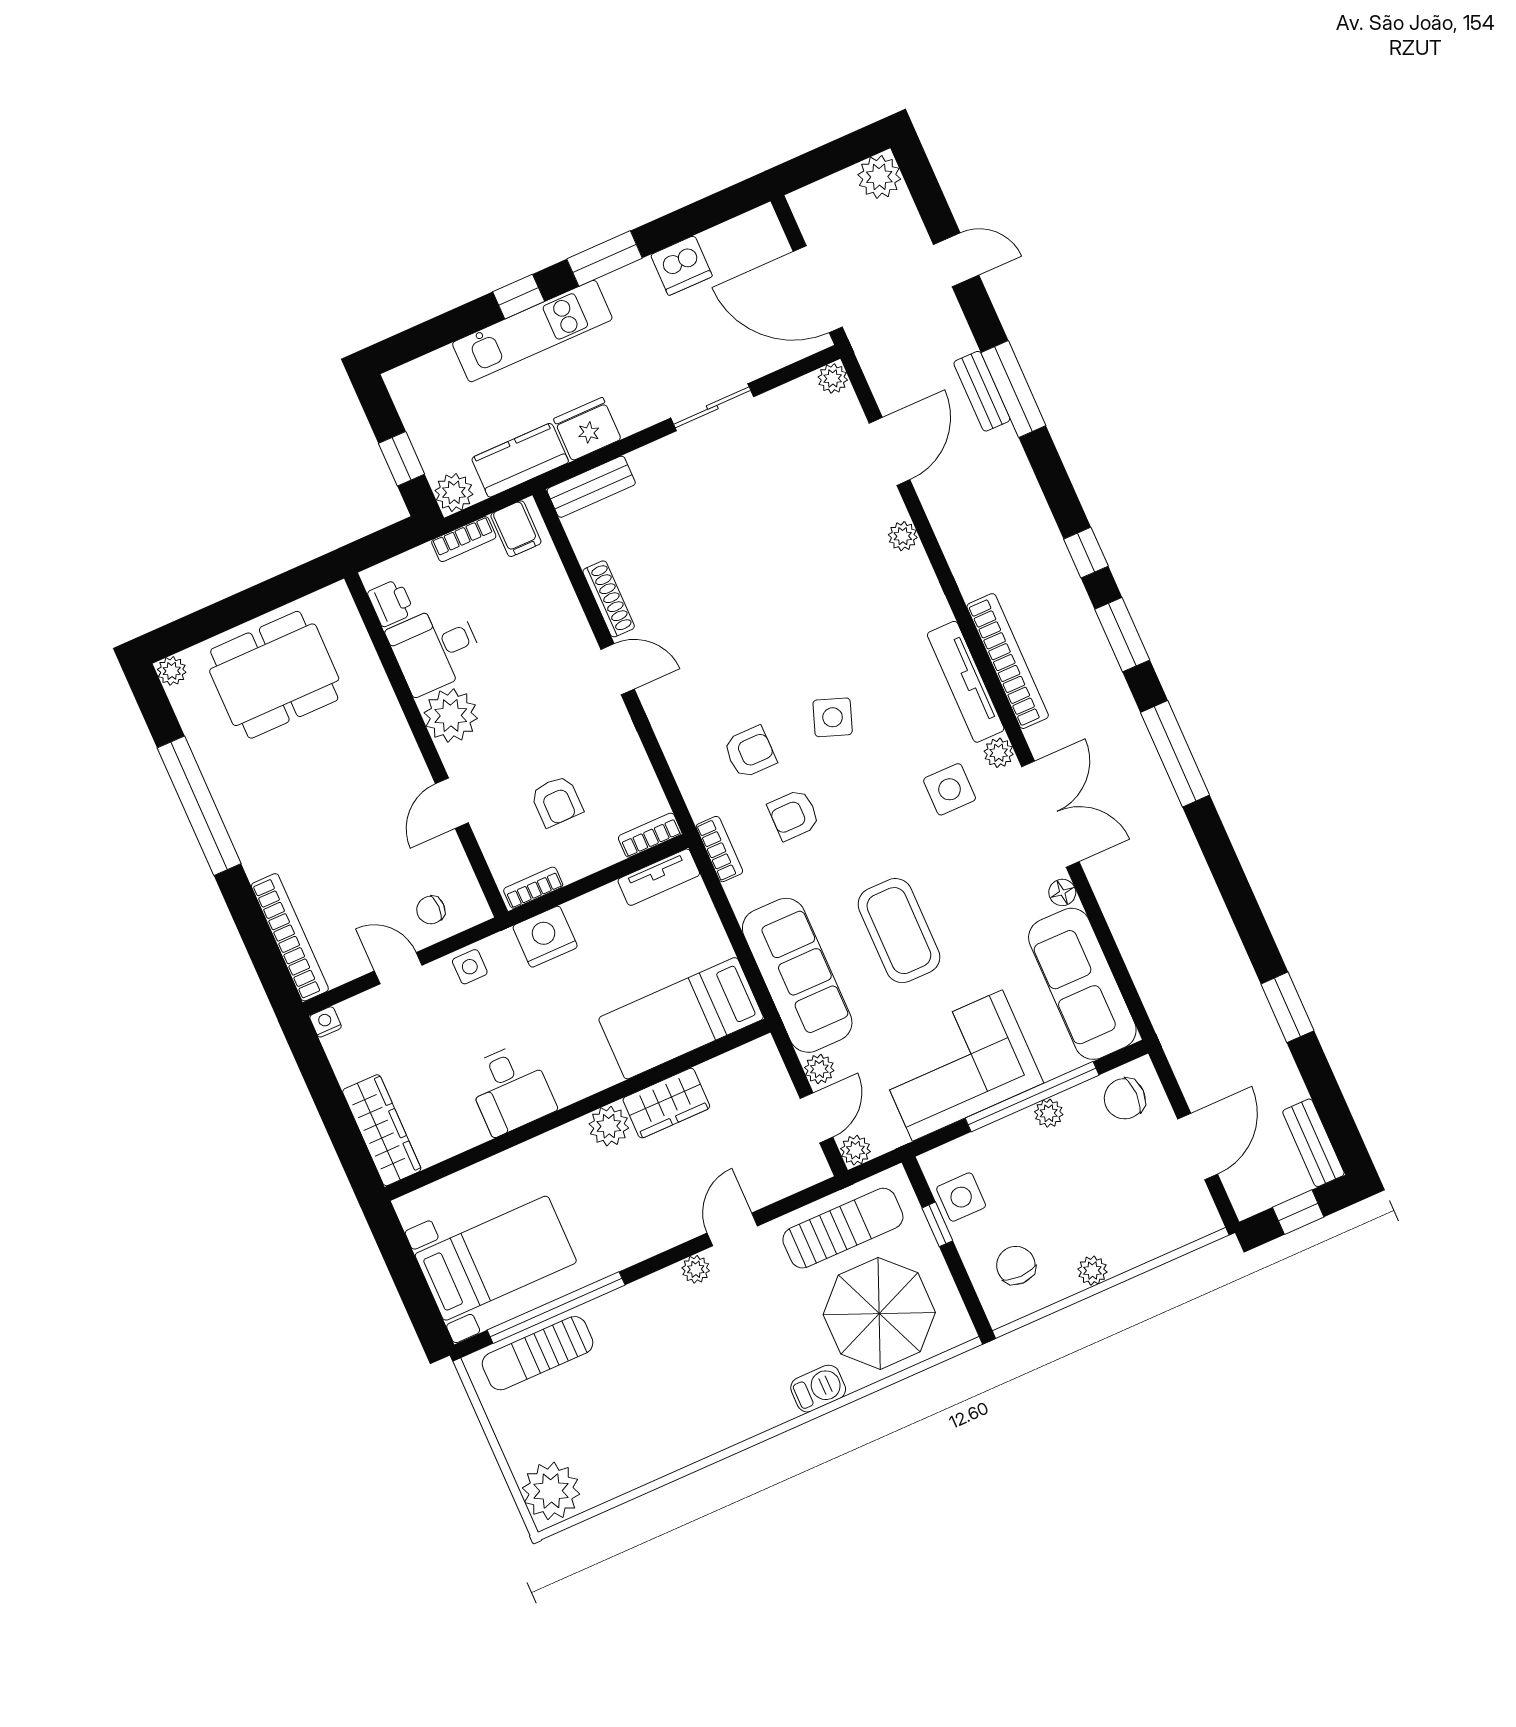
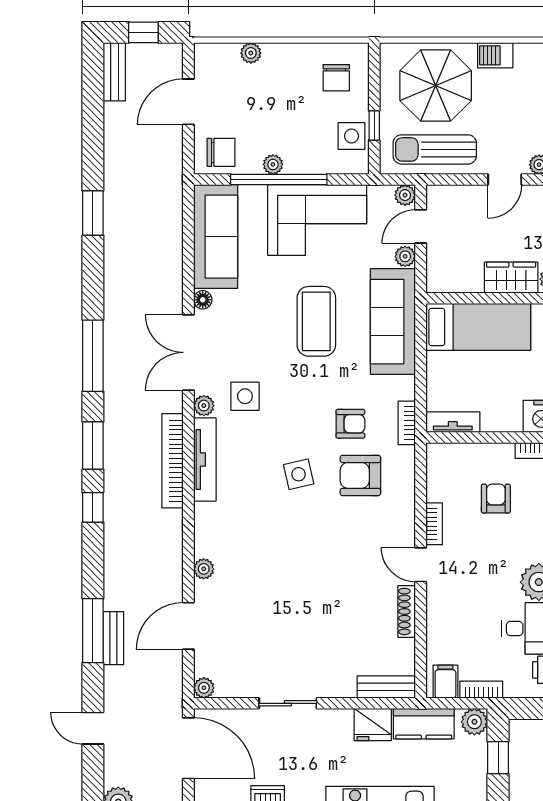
side table: (833, 717) -> (299, 474), turned -33
armchair: (750, 752) -> (360, 475), width x1.38, depth x1.38
bookcase: (650, 835) -> (434, 524), moved, turned -90
window: (1287, 1007) -> (93, 213), moved
plant: (1092, 1271) -> (251, 53), moved

